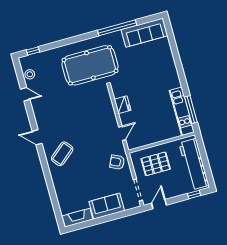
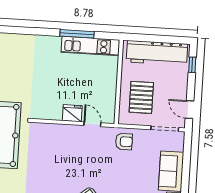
fridge: (123, 105) -> (72, 113), moved
window: (191, 110) -> (77, 34), moved
armchair: (117, 162) -> (124, 142), turned -116

